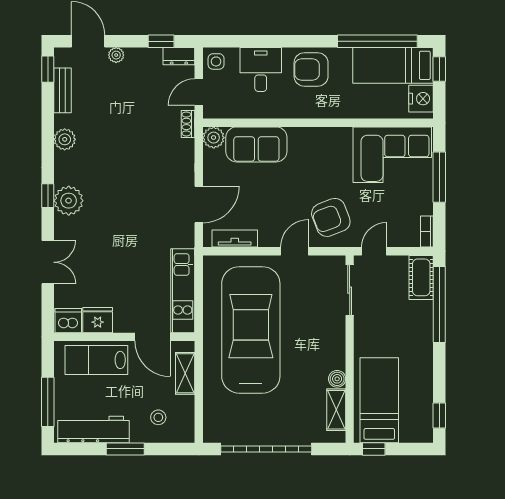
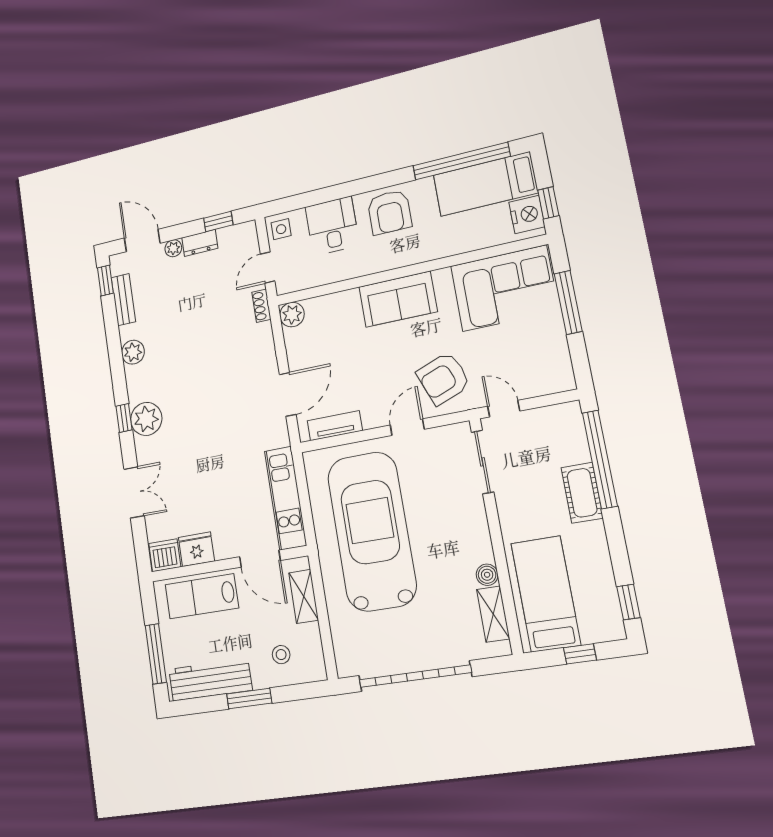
dresser: (179, 56) -> (200, 243), moved
armchair: (311, 69) -> (389, 212), turned -90
window: (439, 69) -> (548, 203), moved
sofa: (256, 144) -> (398, 299), moved
bookcase: (427, 231) -> (566, 372), removed
door: (374, 251) -> (504, 409), hinge flipped
cot: (421, 277) -> (582, 493), moved
window: (374, 449) -> (580, 654), moved

